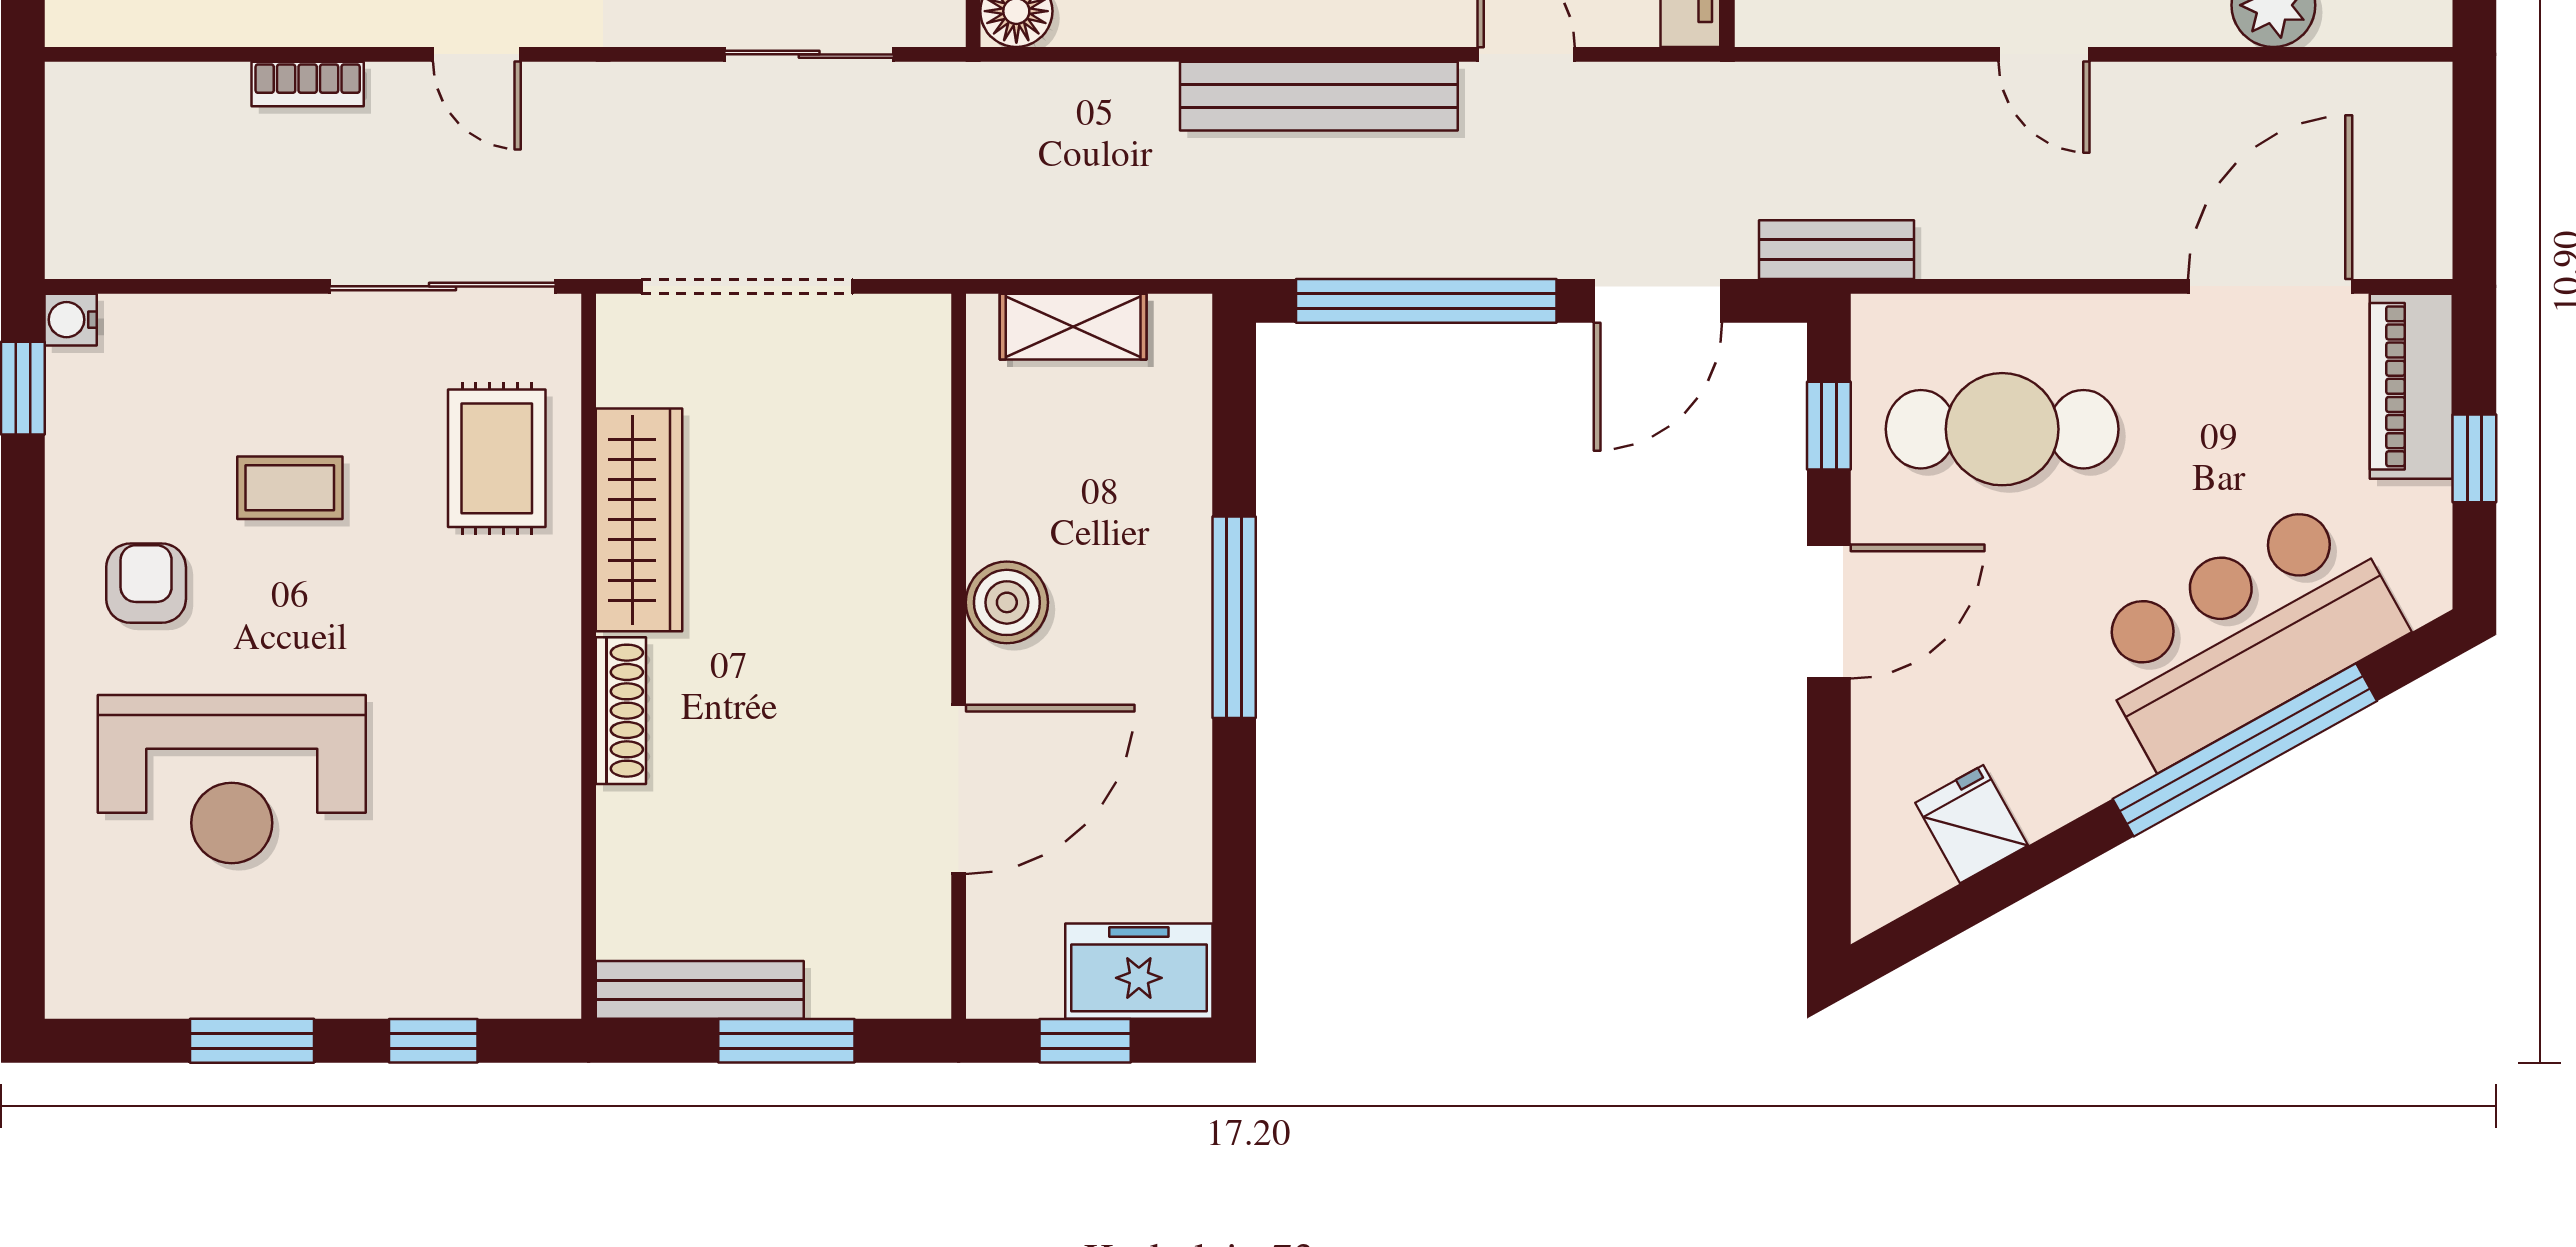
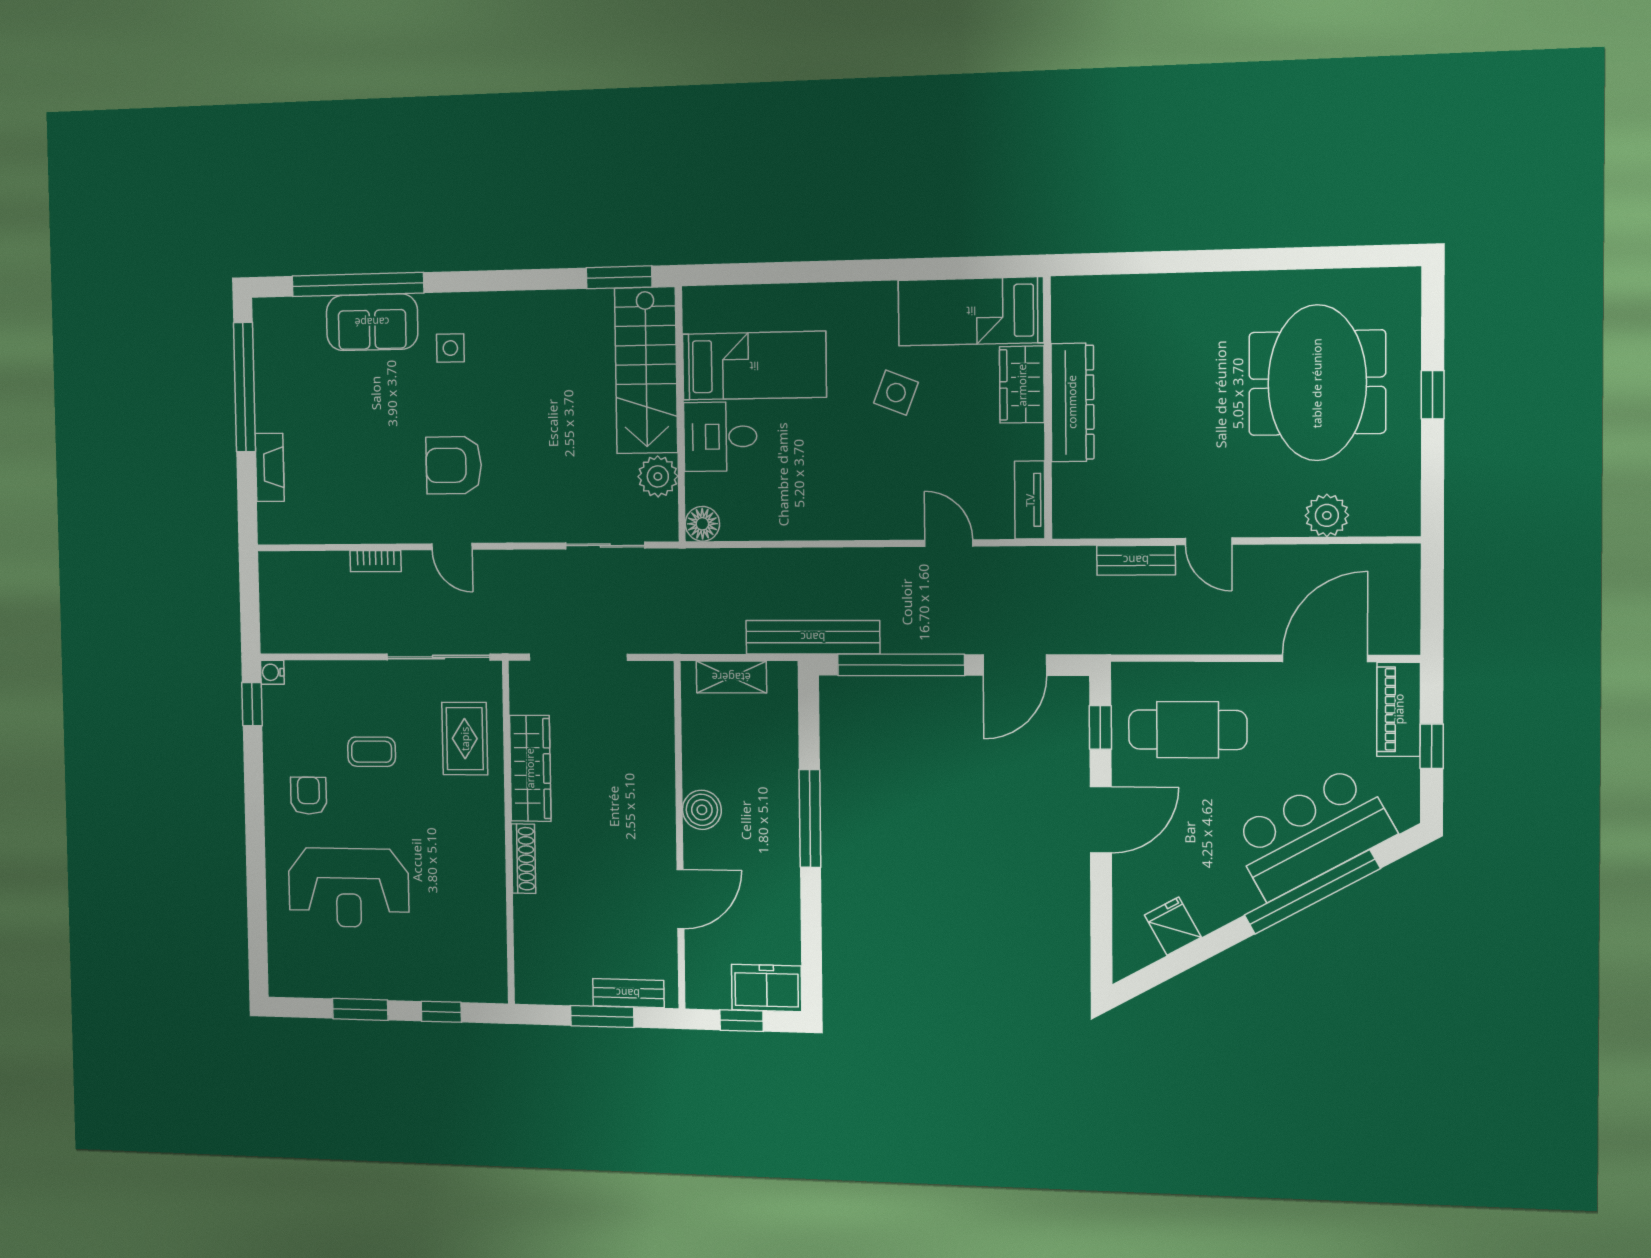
bench: (1319, 96) -> (813, 637), moved
bench: (1837, 250) -> (1136, 560), moved
door: (959, 789) -> (680, 899), width x0.73
bench: (700, 990) -> (628, 993), moved, width x0.73

